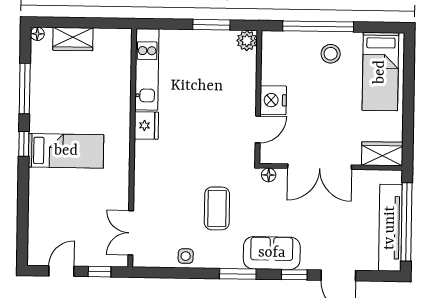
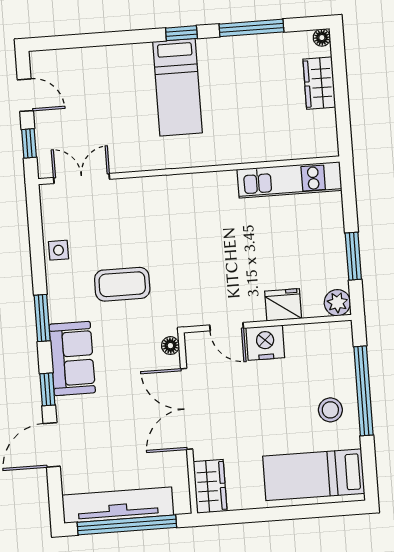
fridge: (146, 126) -> (283, 305), moved, turned 180

